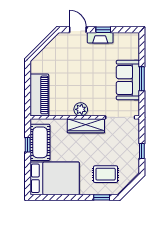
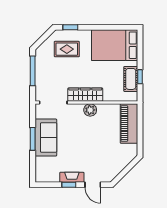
cot: (40, 142) -> (131, 79), width x0.73, depth x0.75
window: (142, 151) -> (33, 71), width x2.17

